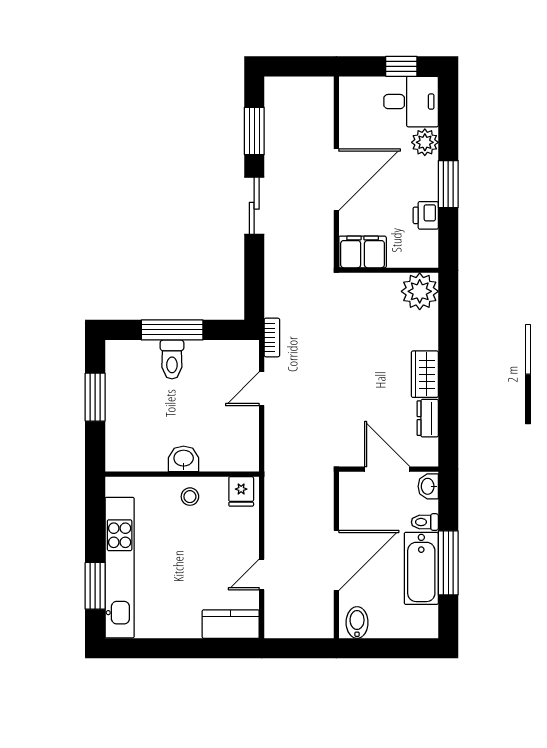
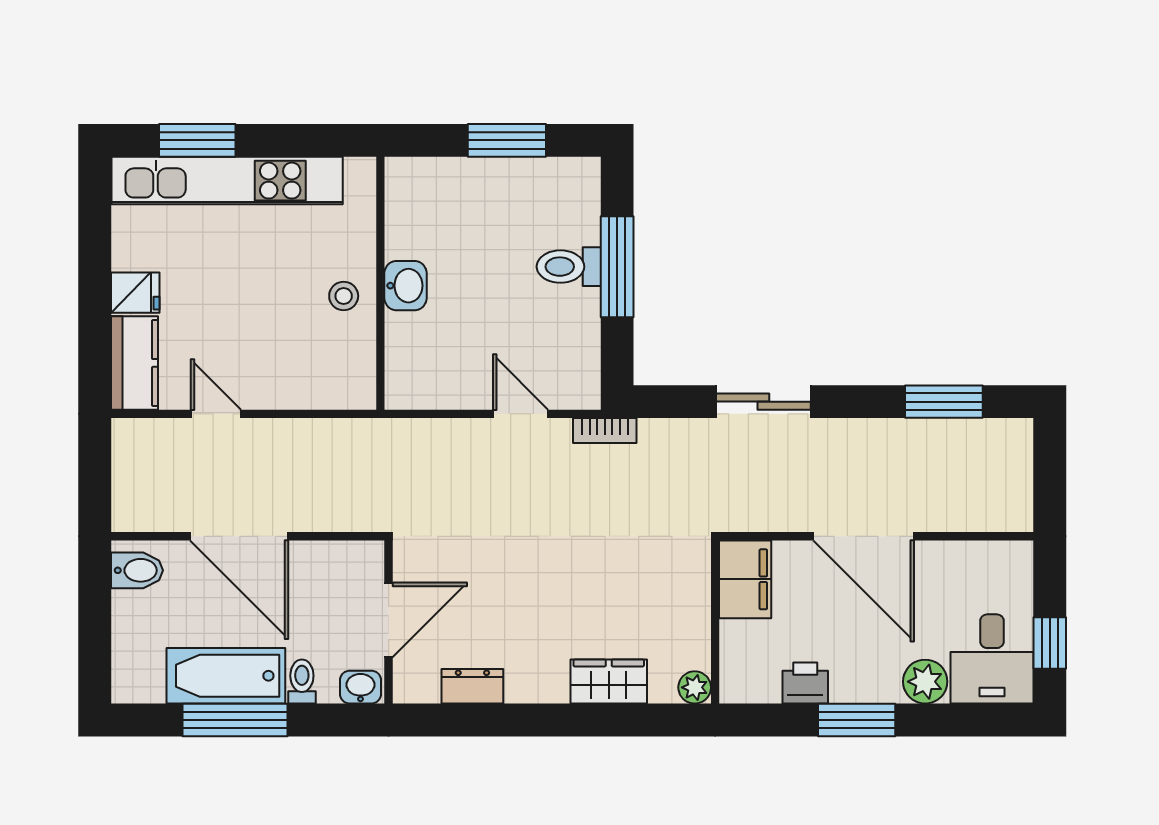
sliding door: (254, 206) -> (763, 402), moved
plant: (420, 291) -> (695, 687), width x0.53, depth x0.53
wardrobe: (425, 374) -> (609, 682), moved
fridge: (241, 491) -> (135, 293), moved, turned 180

